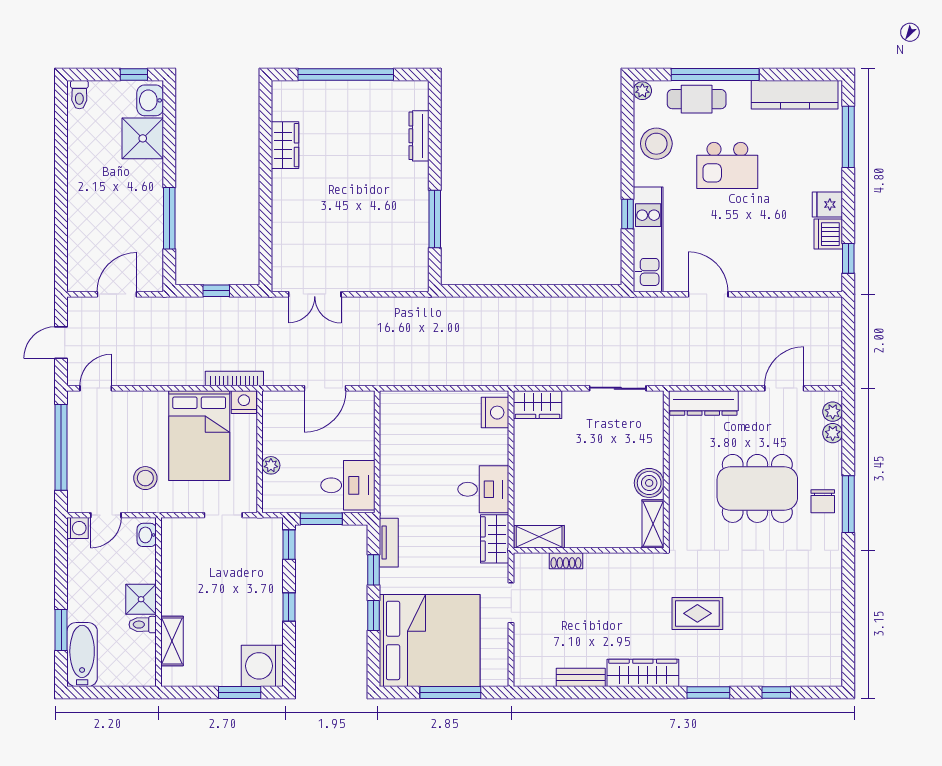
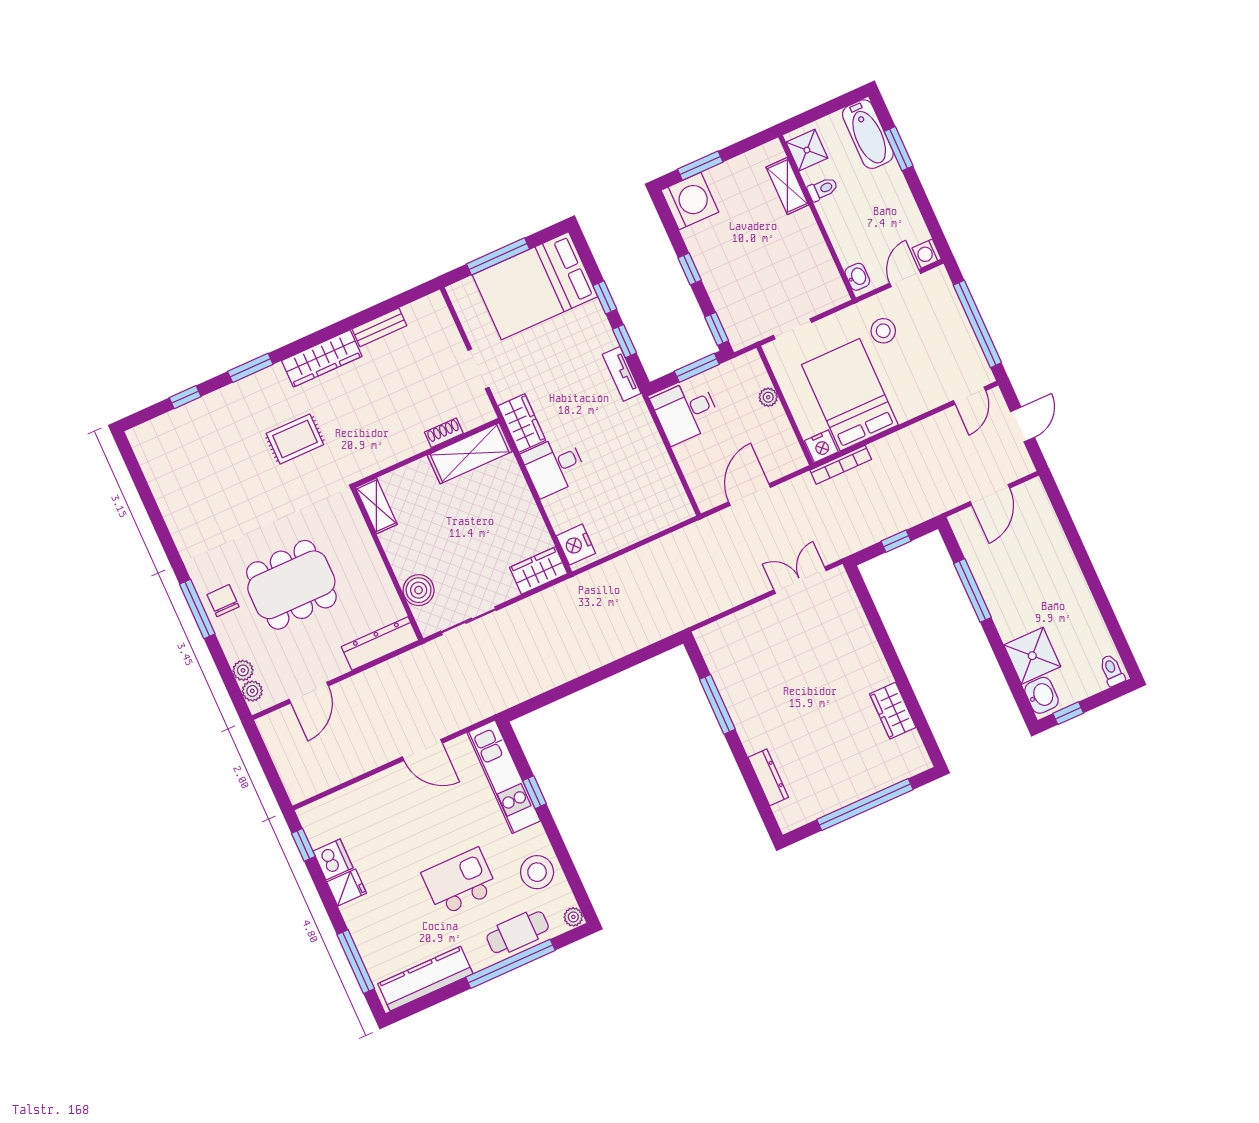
boiler: (649, 483) -> (419, 590), moved
shelving: (539, 537) -> (470, 453), width x1.50, depth x1.33
shower: (141, 599) -> (807, 150), moved
bed: (430, 640) -> (535, 286), width x0.73

